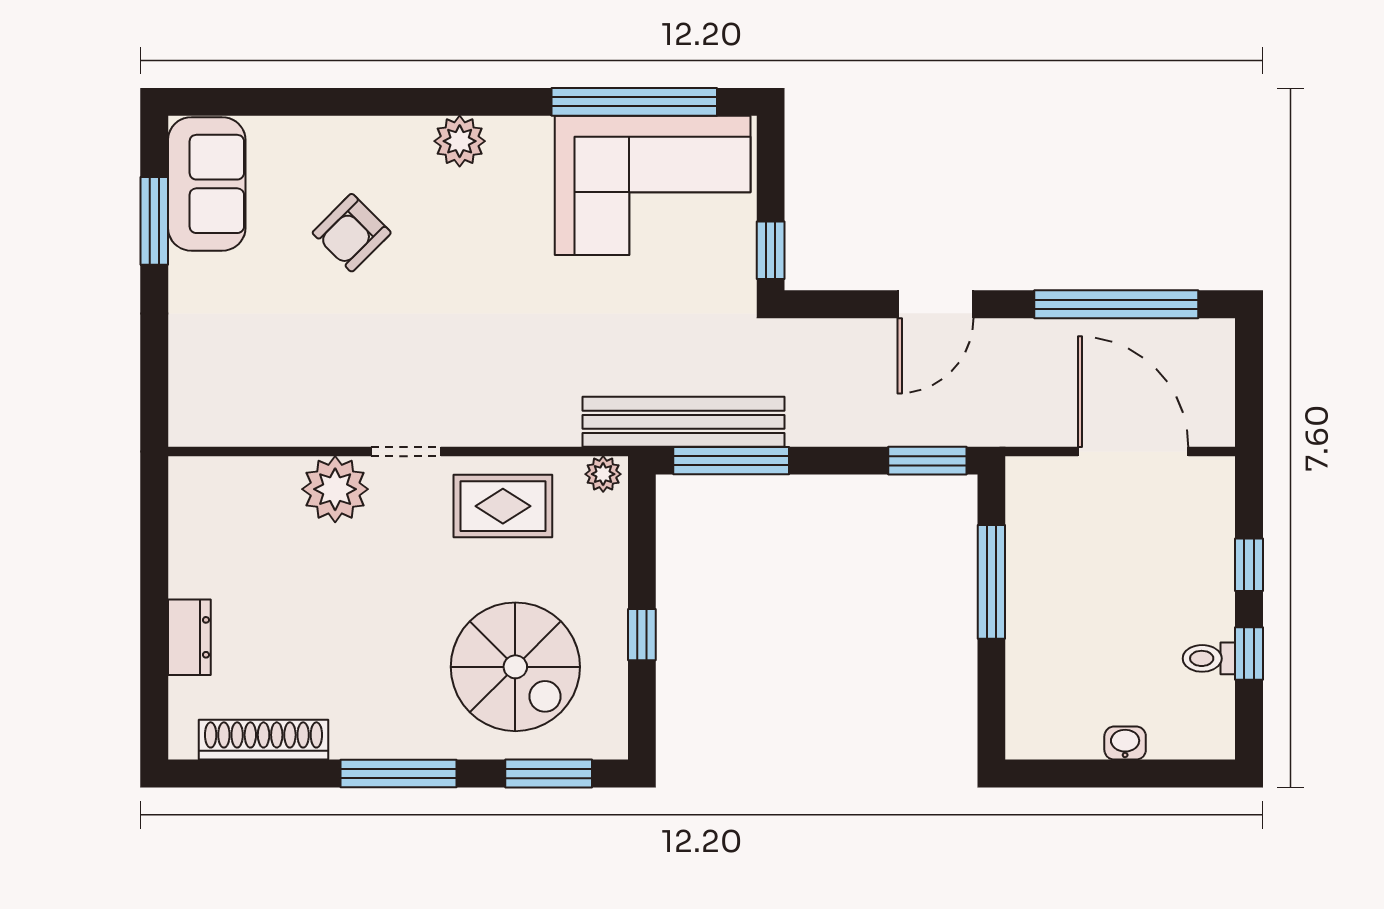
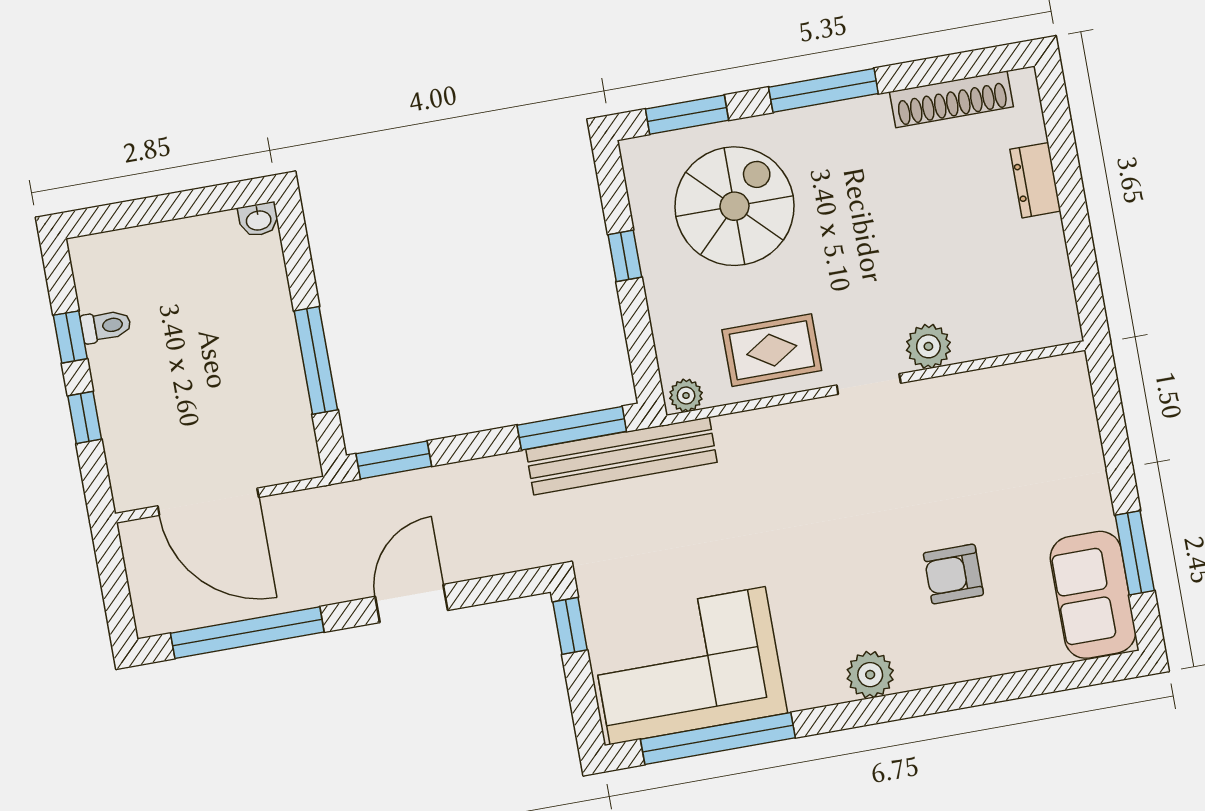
armchair: (352, 233) -> (953, 574), turned -135
plant: (335, 489) -> (928, 346), width x0.73, depth x0.73
spiral stairs: (515, 667) -> (735, 206), turned 90
washbasin: (1125, 743) -> (258, 220), moved

